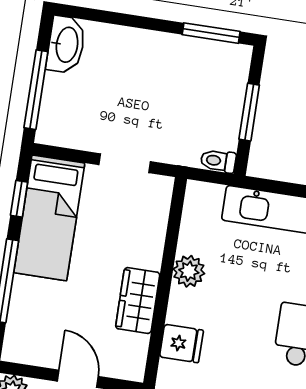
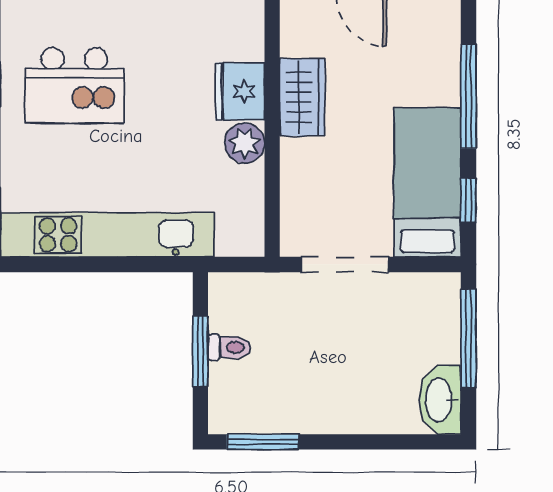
toilet: (218, 161) -> (229, 347), moved
doorway: (125, 163) -> (345, 264), width x1.38
fridge: (181, 344) -> (240, 91), moved, width x1.38

